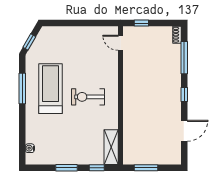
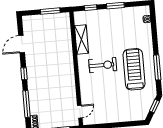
door: (121, 43) -> (80, 112), hinge flipped
treadmill: (50, 89) -> (134, 69), turned 180
shelving: (111, 147) -> (82, 39), moved

